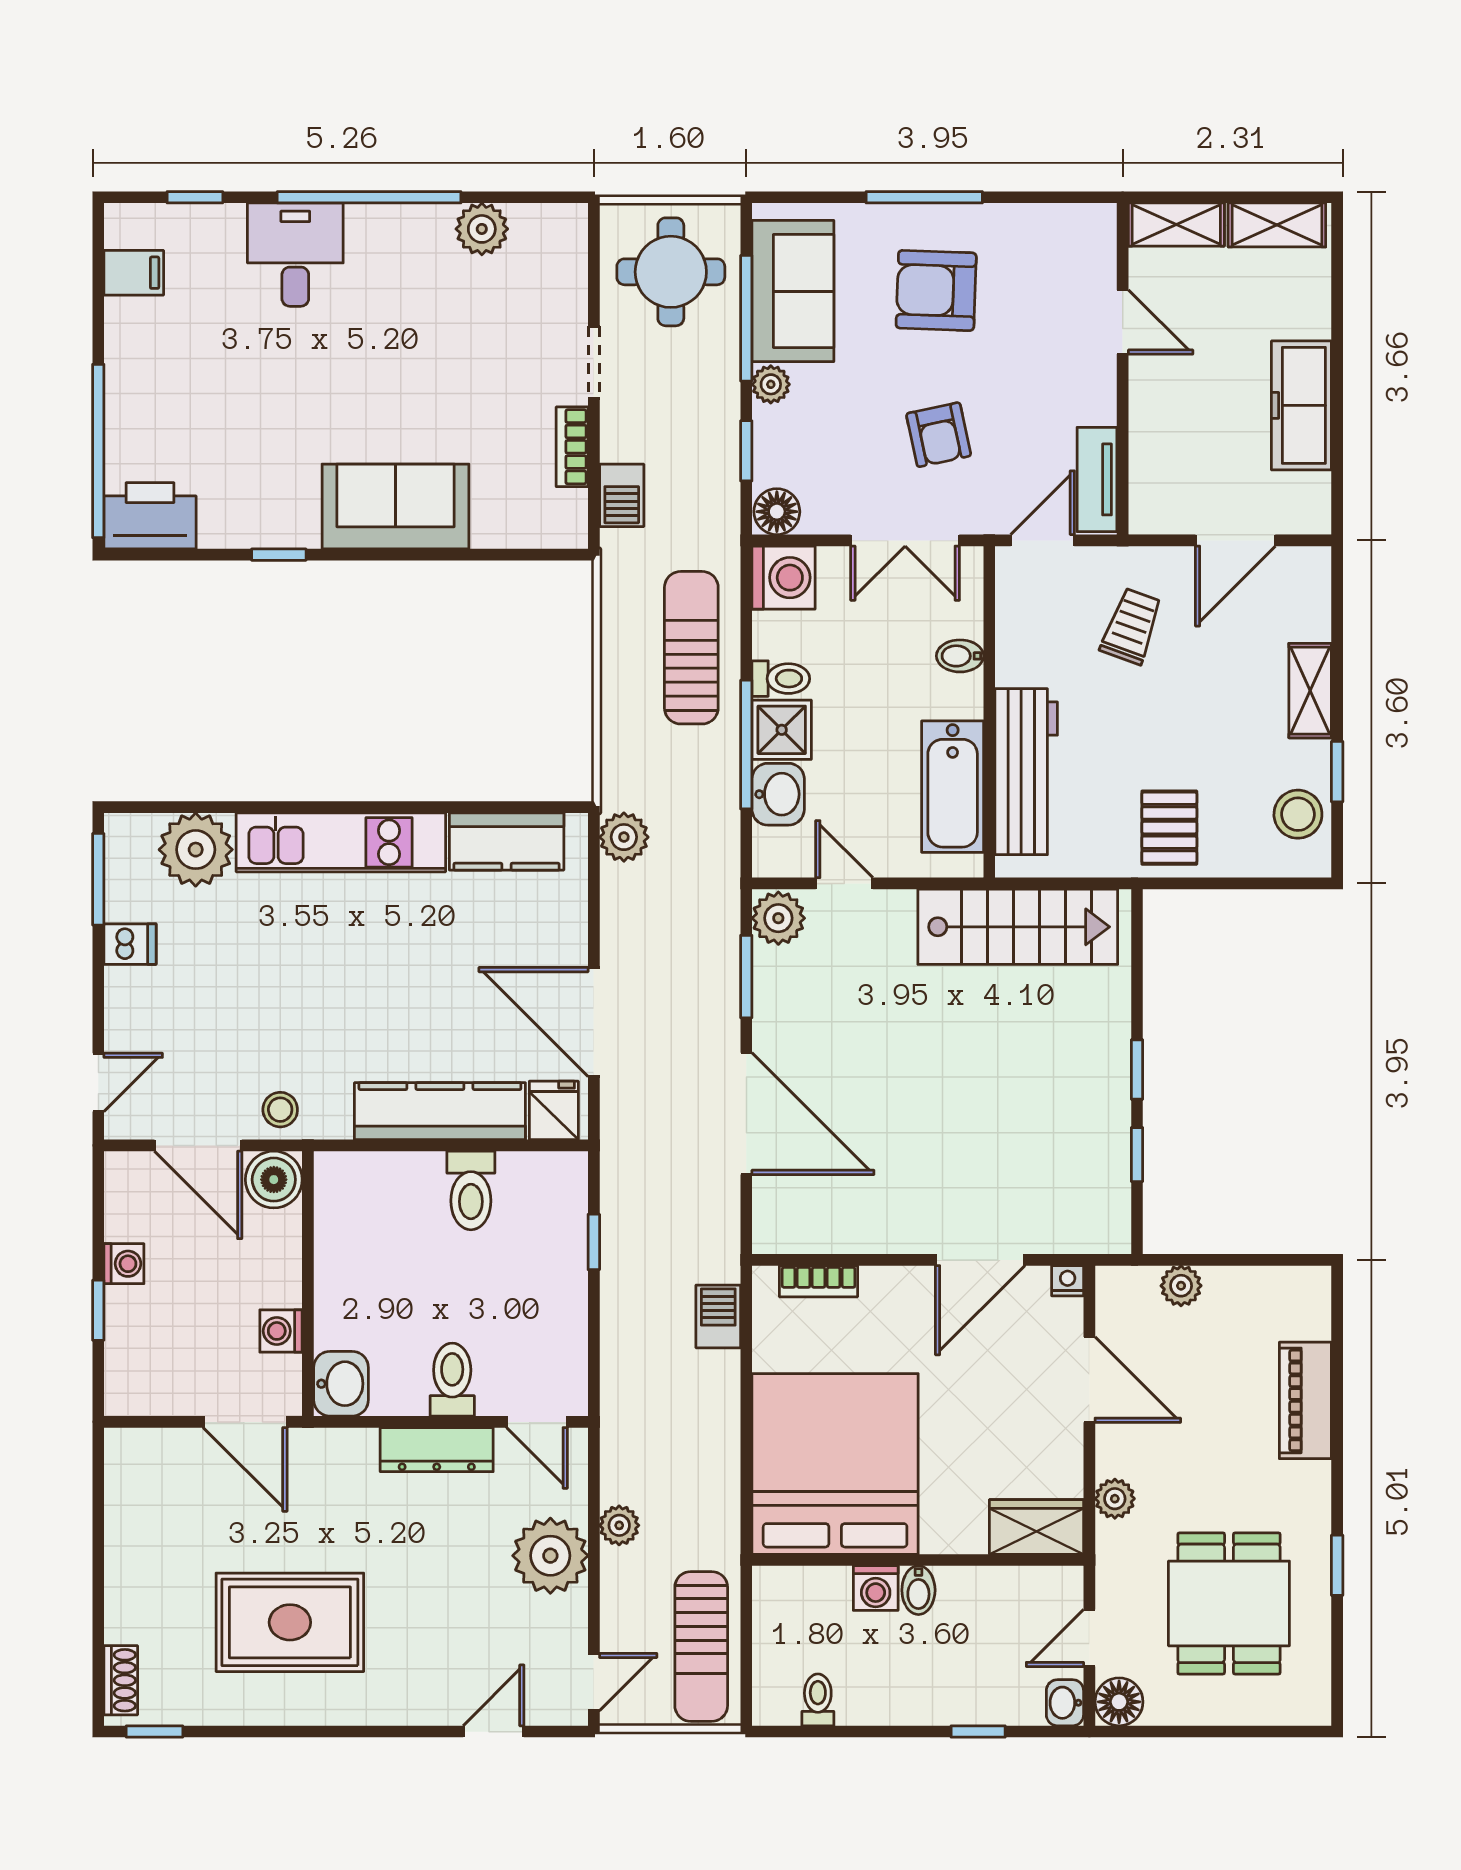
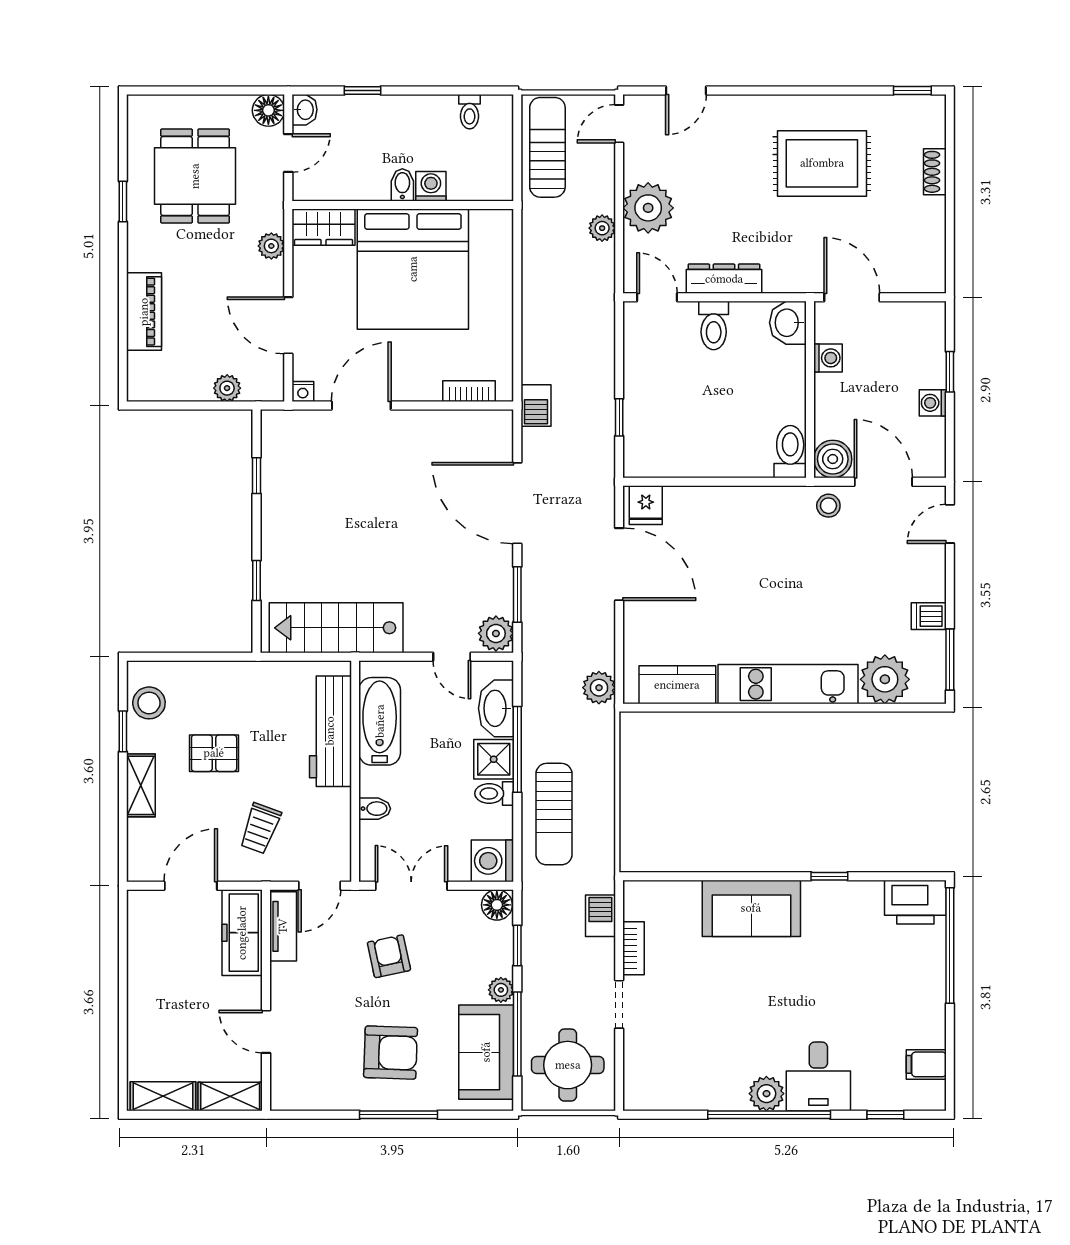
plant: (482, 229) -> (766, 1094), moved
freezer: (1301, 405) -> (242, 933), moved, turned 180
washbasin: (778, 794) -> (496, 708), width x1.38
pallet: (1169, 828) -> (214, 753), moved, turned 90
window: (1137, 1070) -> (256, 580), moved
kitchen counter: (440, 1111) -> (722, 505), removed
toilet: (471, 1190) -> (790, 452), moved
barbecue: (718, 1316) -> (536, 406), moved
bed: (835, 1464) -> (413, 269), moved
shoe rack: (121, 1680) -> (935, 172), moved

